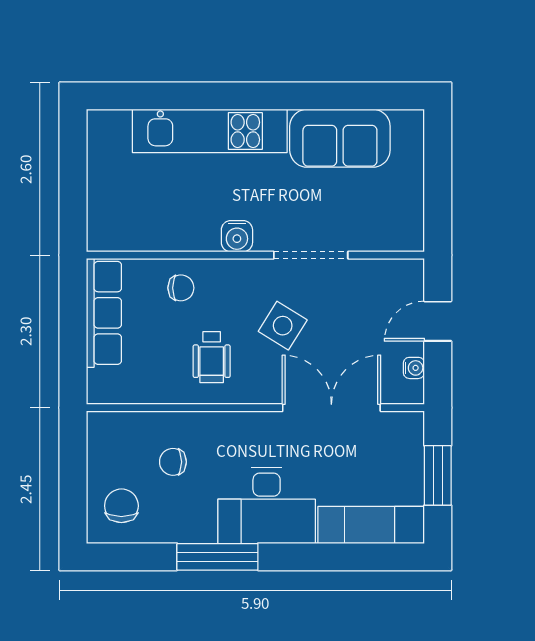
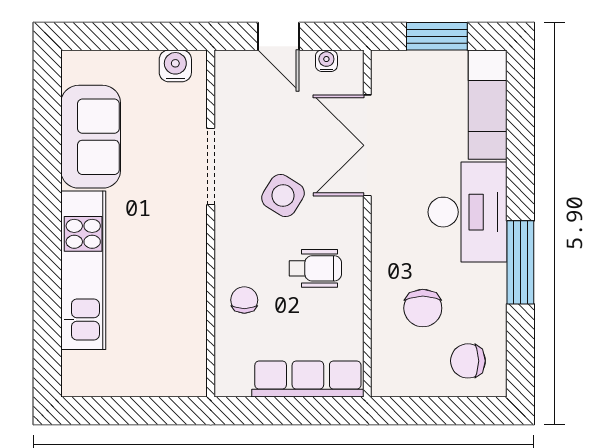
water cooler: (237, 236) -> (175, 66), moved, turned -90
row of seats: (104, 313) -> (308, 379), moved
chair: (173, 462) -> (423, 308), width x1.37, depth x1.37

